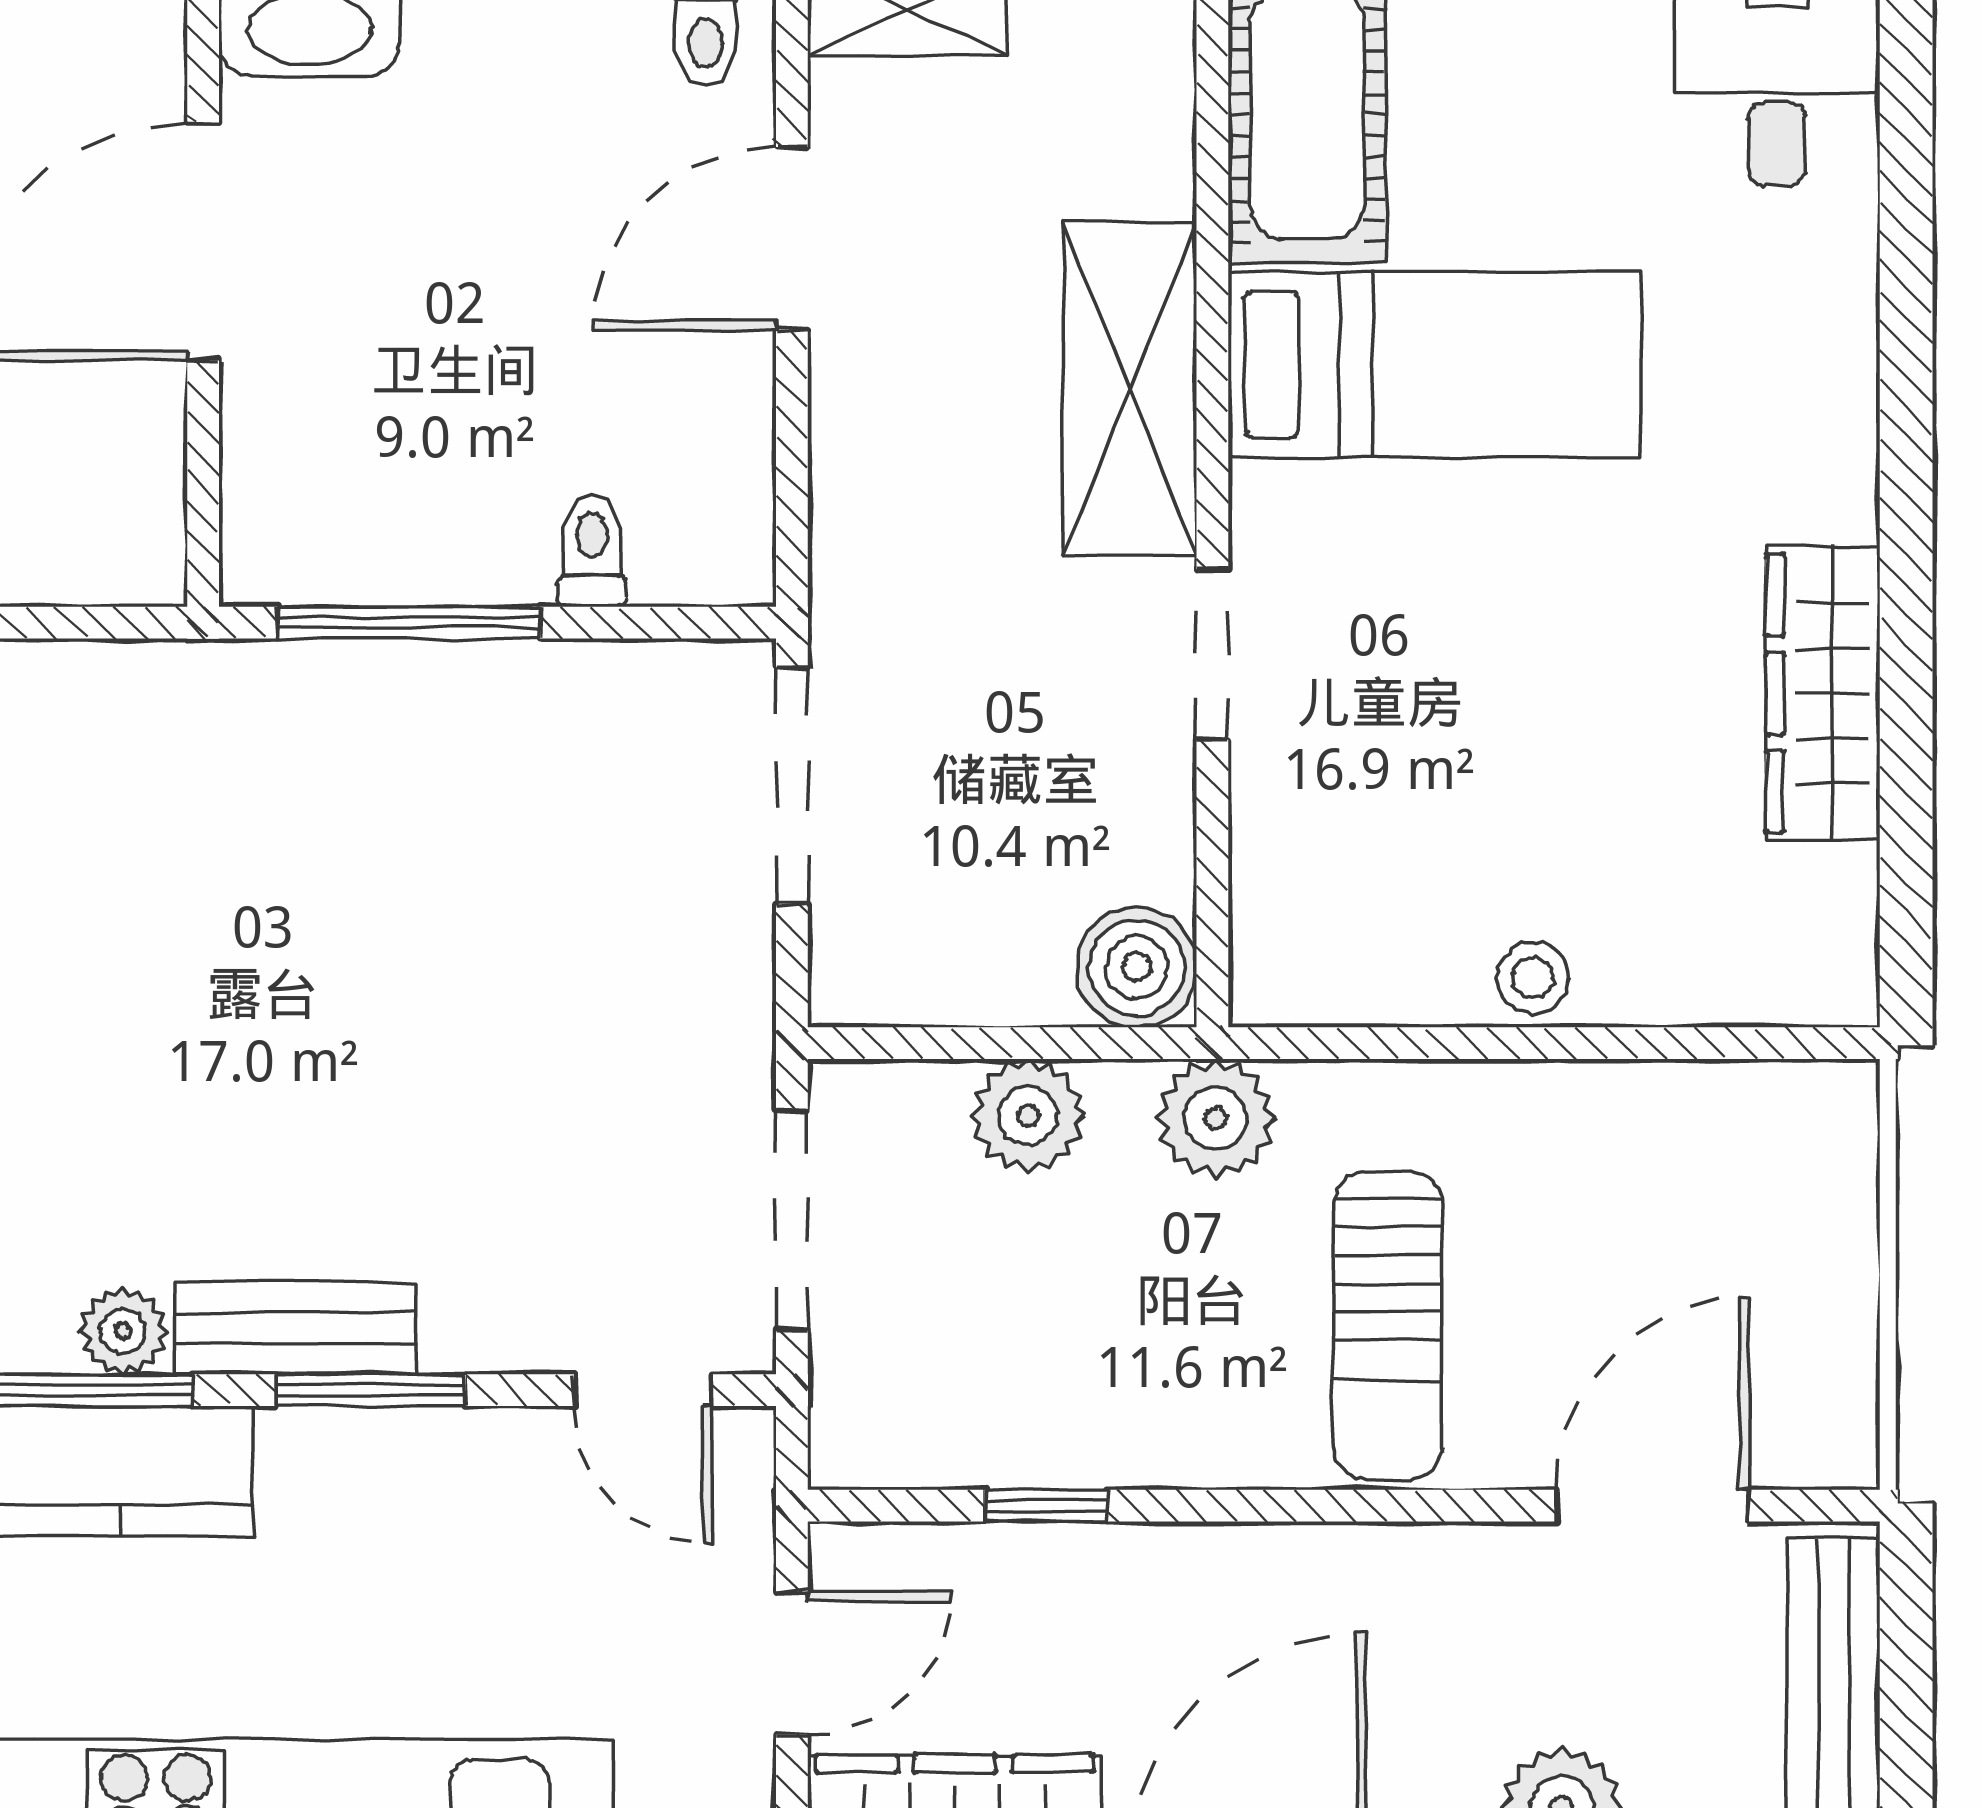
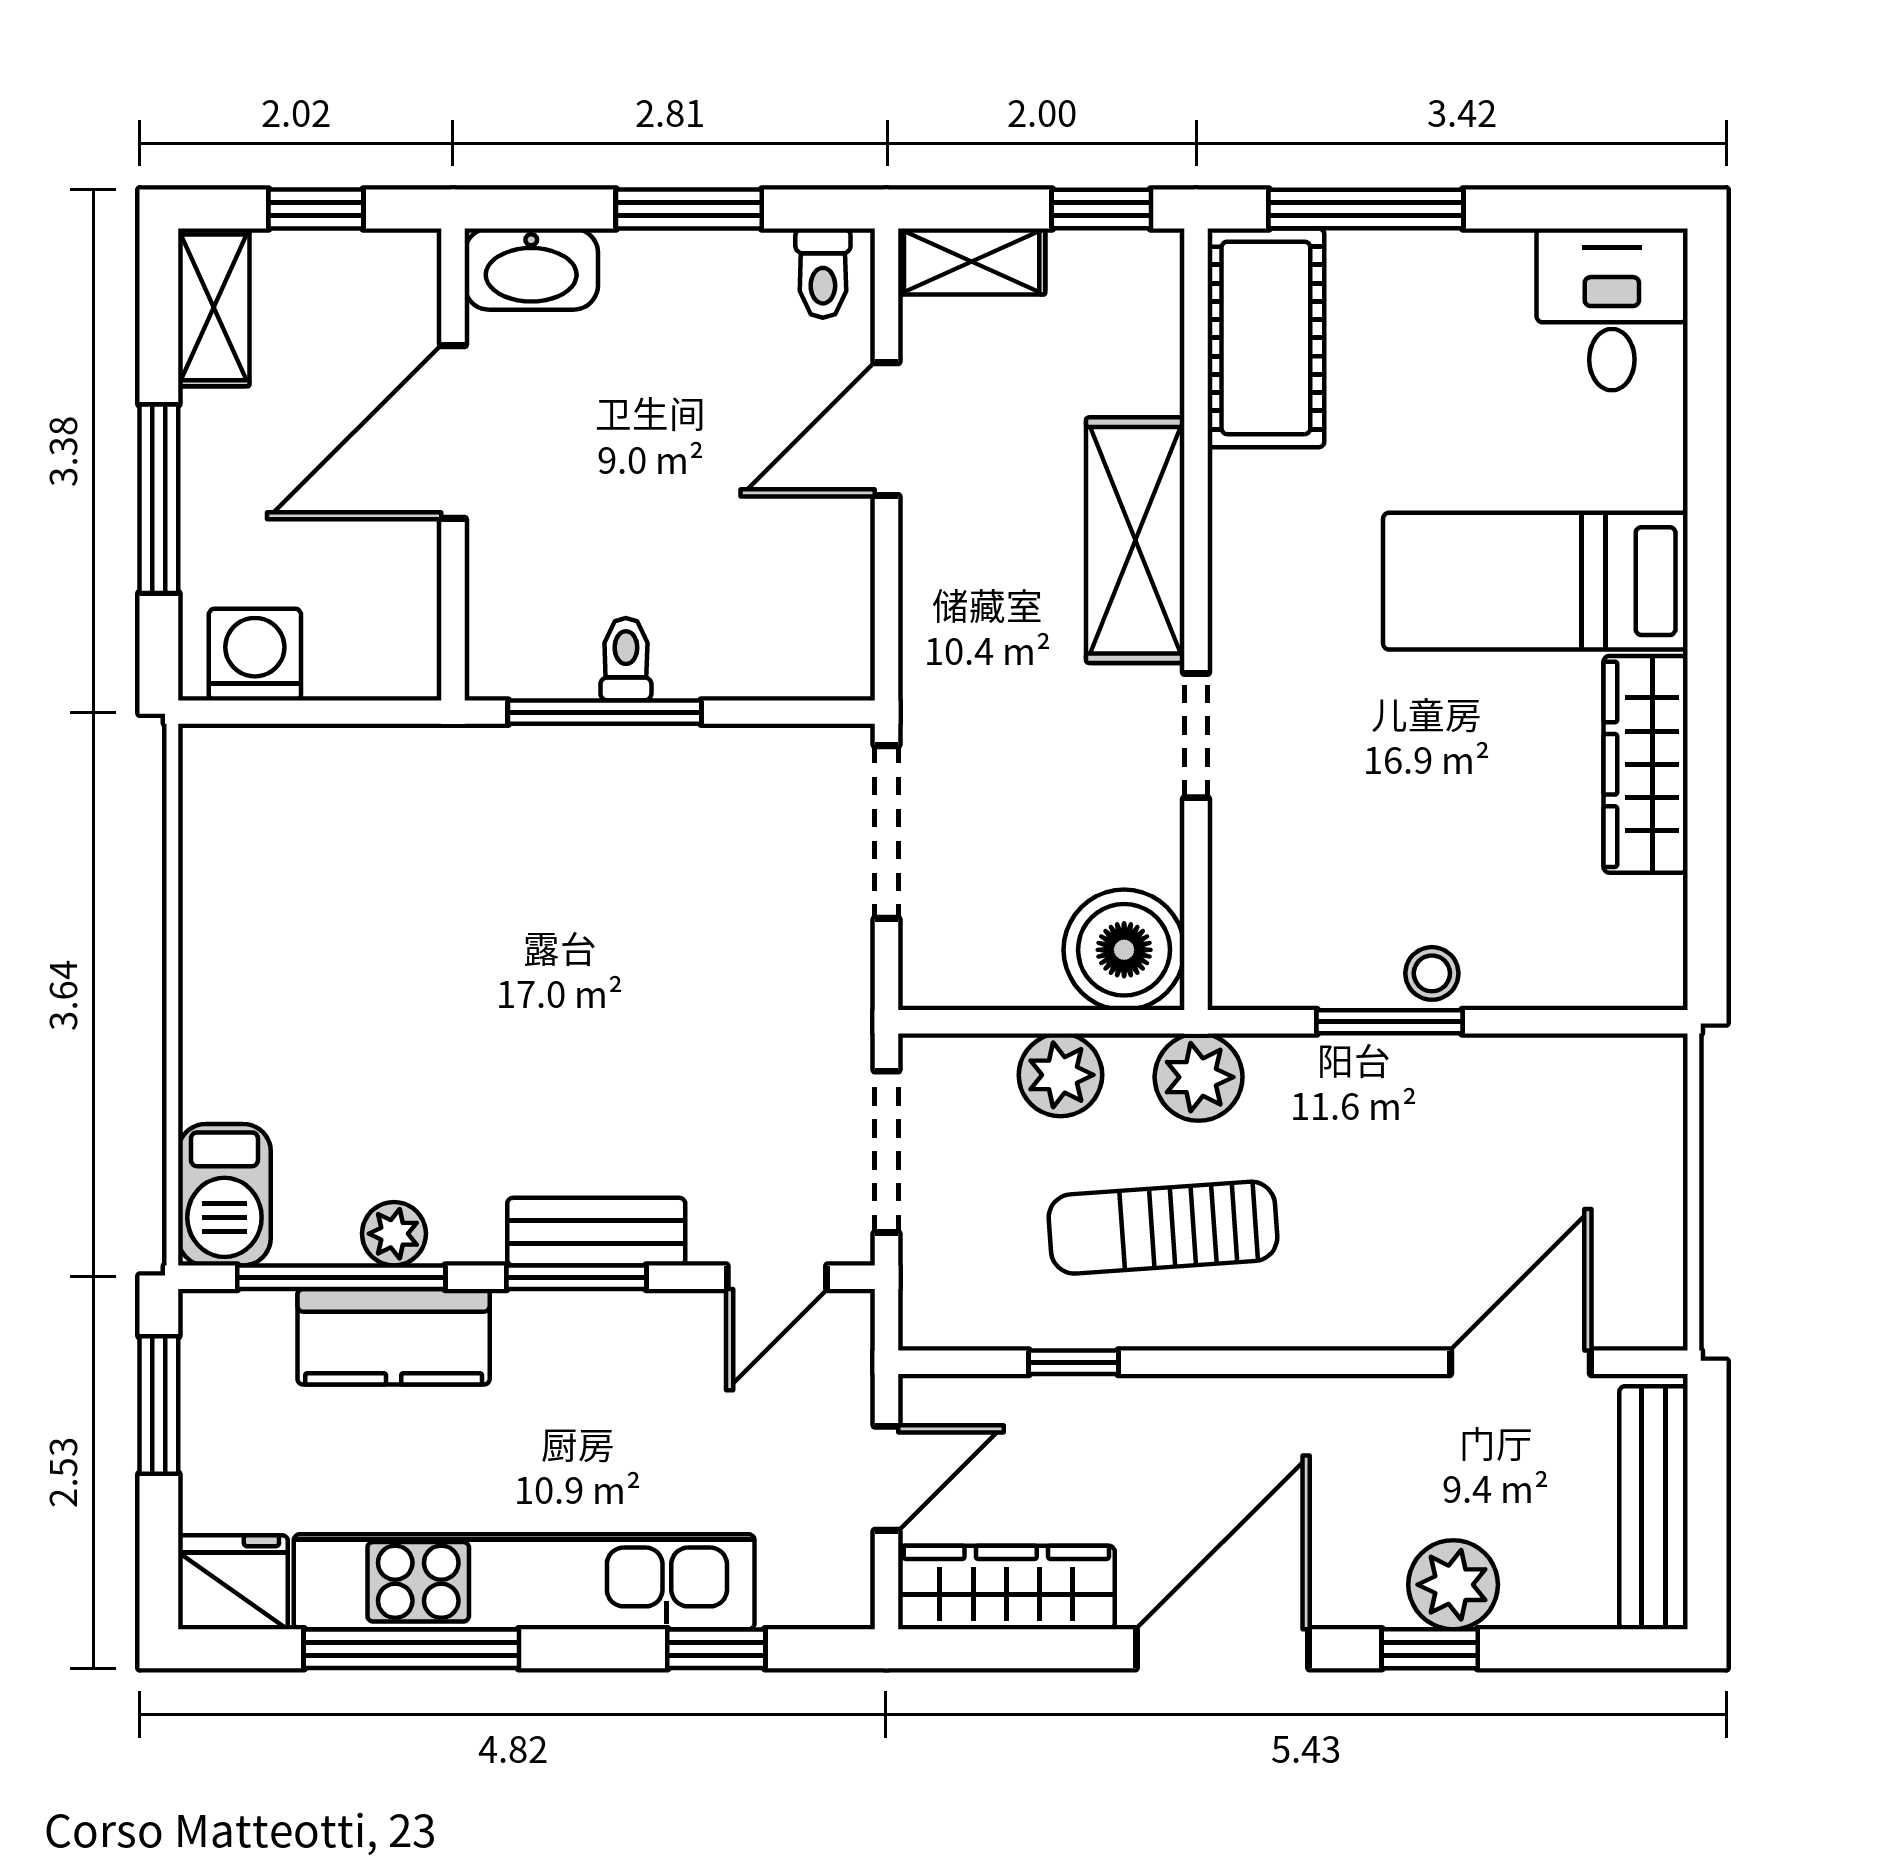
bed: (1435, 365) -> (1535, 581), moved, turned 180
toilet: (592, 551) -> (626, 659), moved
boiler: (1137, 967) -> (1124, 950), width x1.37, depth x1.37
window: (1475, 1043) -> (1389, 1022), added
sun lounger: (1388, 1325) -> (1163, 1228), moved, turned 86
bench: (295, 1328) -> (596, 1232), moved
door: (643, 1390) -> (777, 1277), hinge flipped

